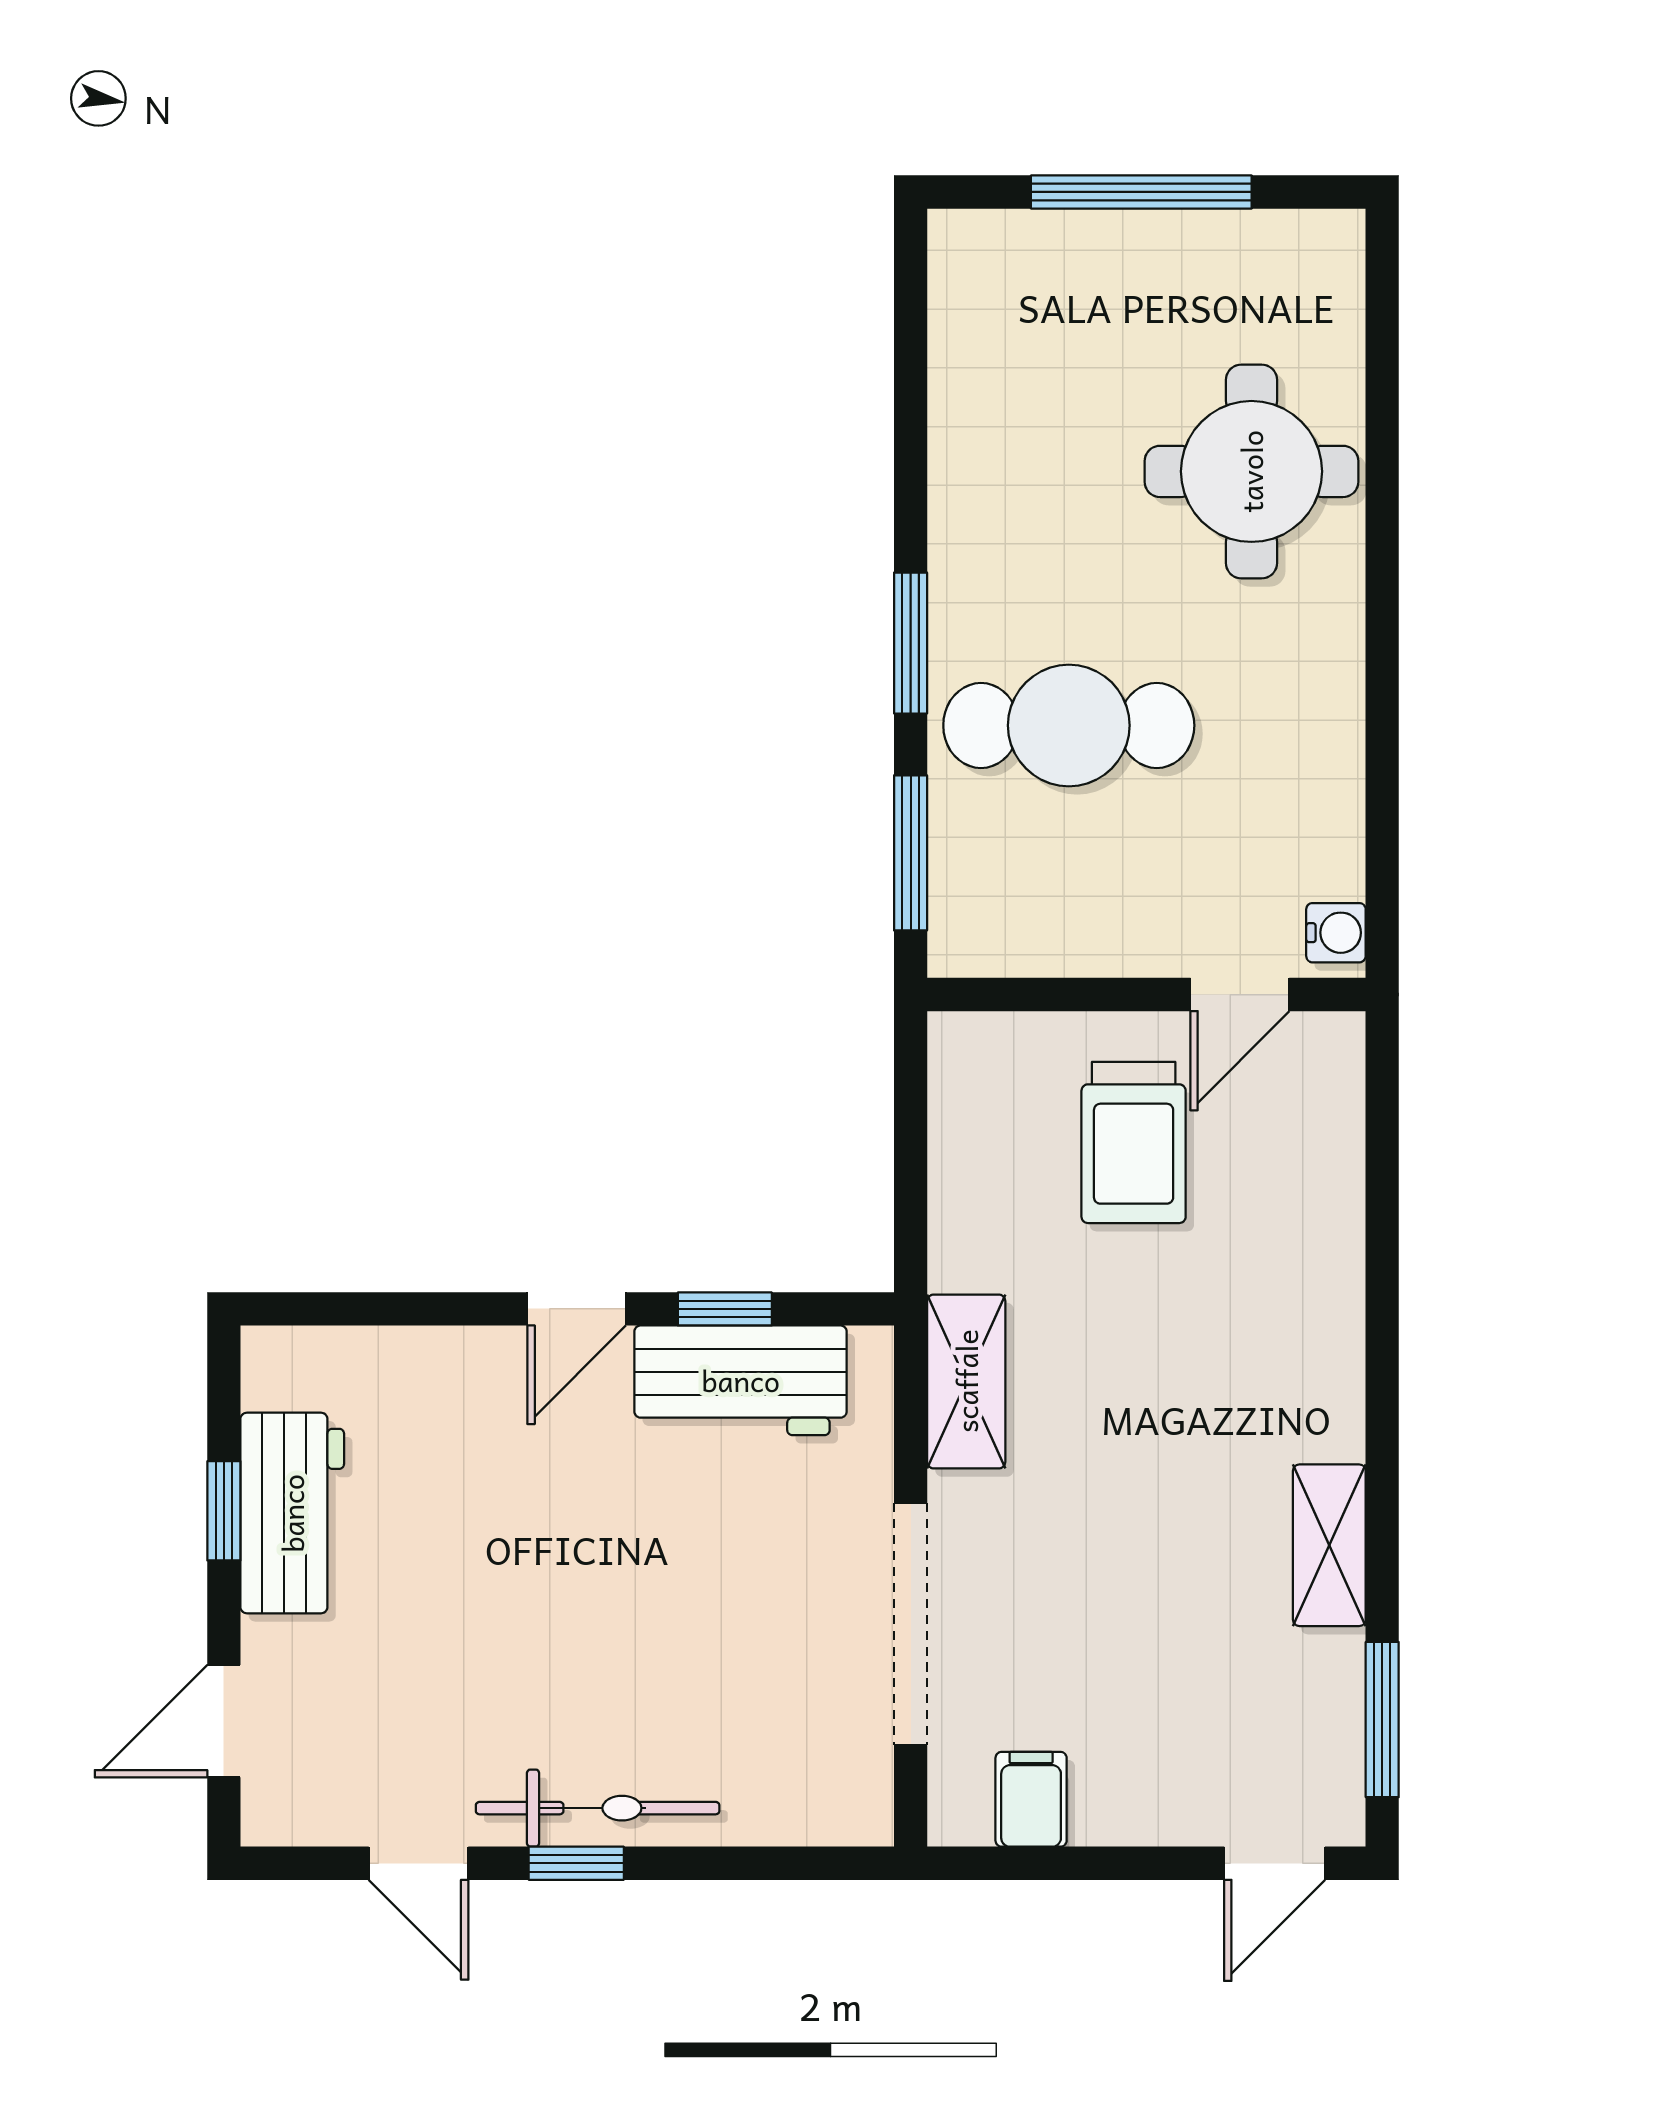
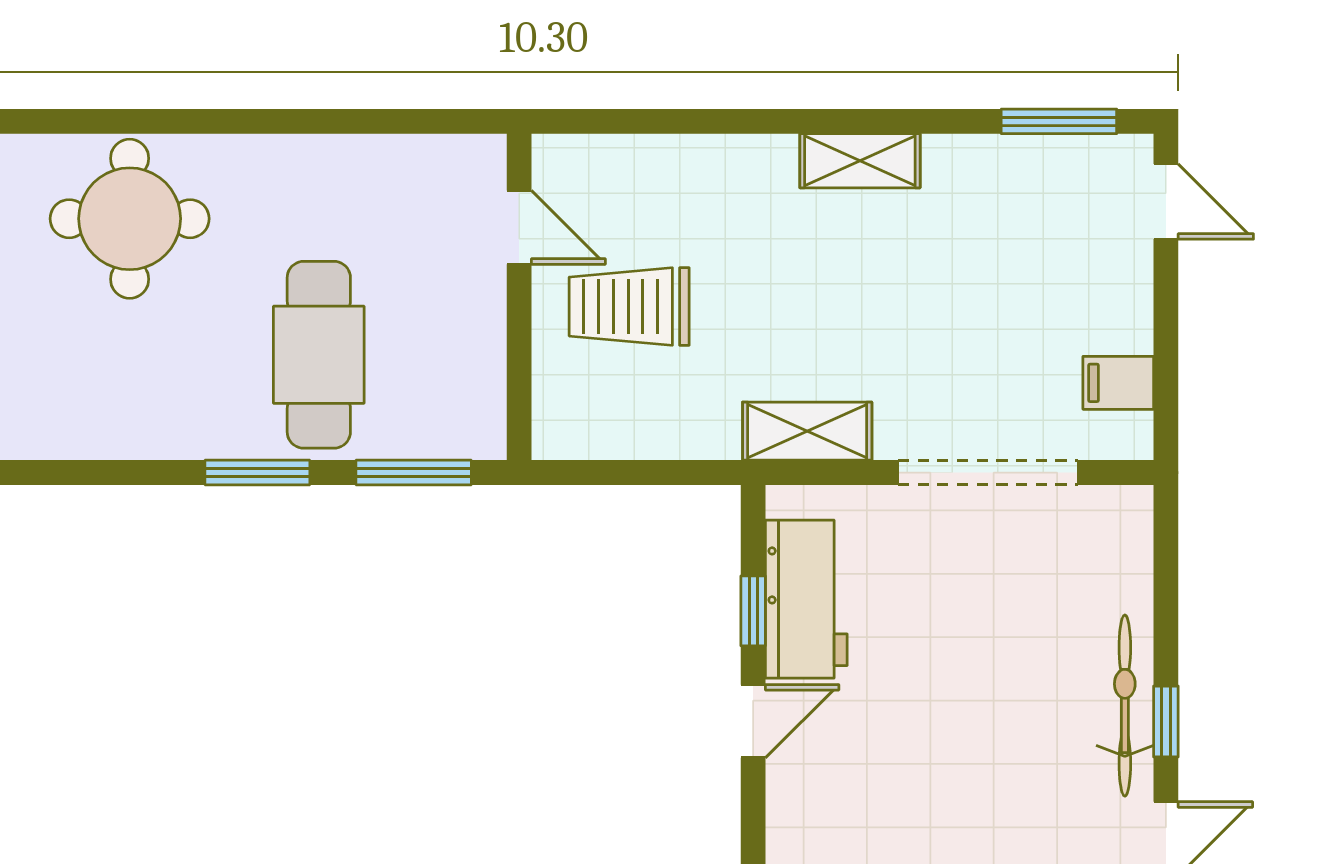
water cooler: (1336, 933) -> (473, 156), removed
trolley: (1134, 1142) -> (629, 307), turned 180
door: (577, 1309) -> (753, 721), hinge flipped
shelving: (1329, 1545) -> (860, 161), moved

